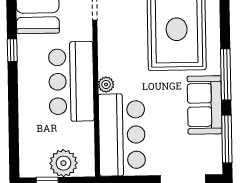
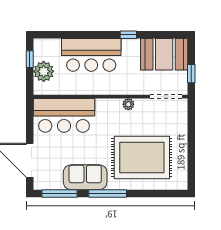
bar counter: (71, 82) -> (91, 55), moved, turned 180
plant: (106, 85) -> (128, 104), moved

